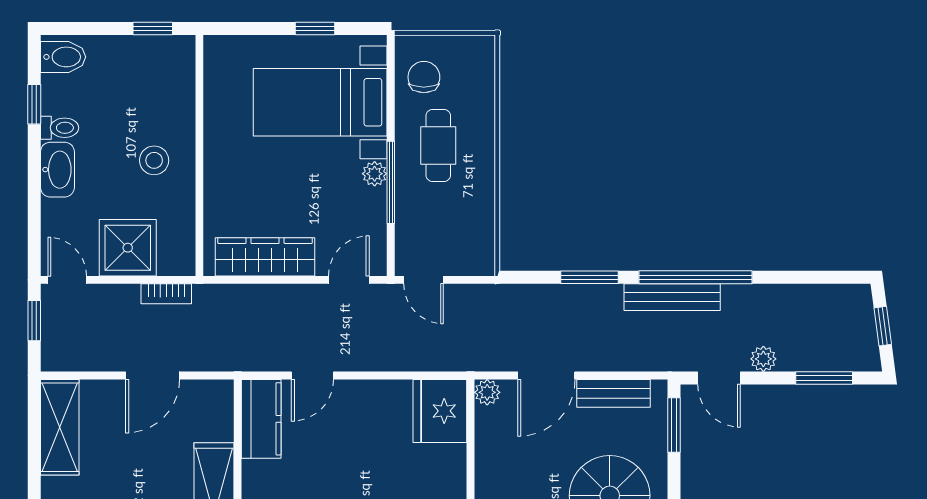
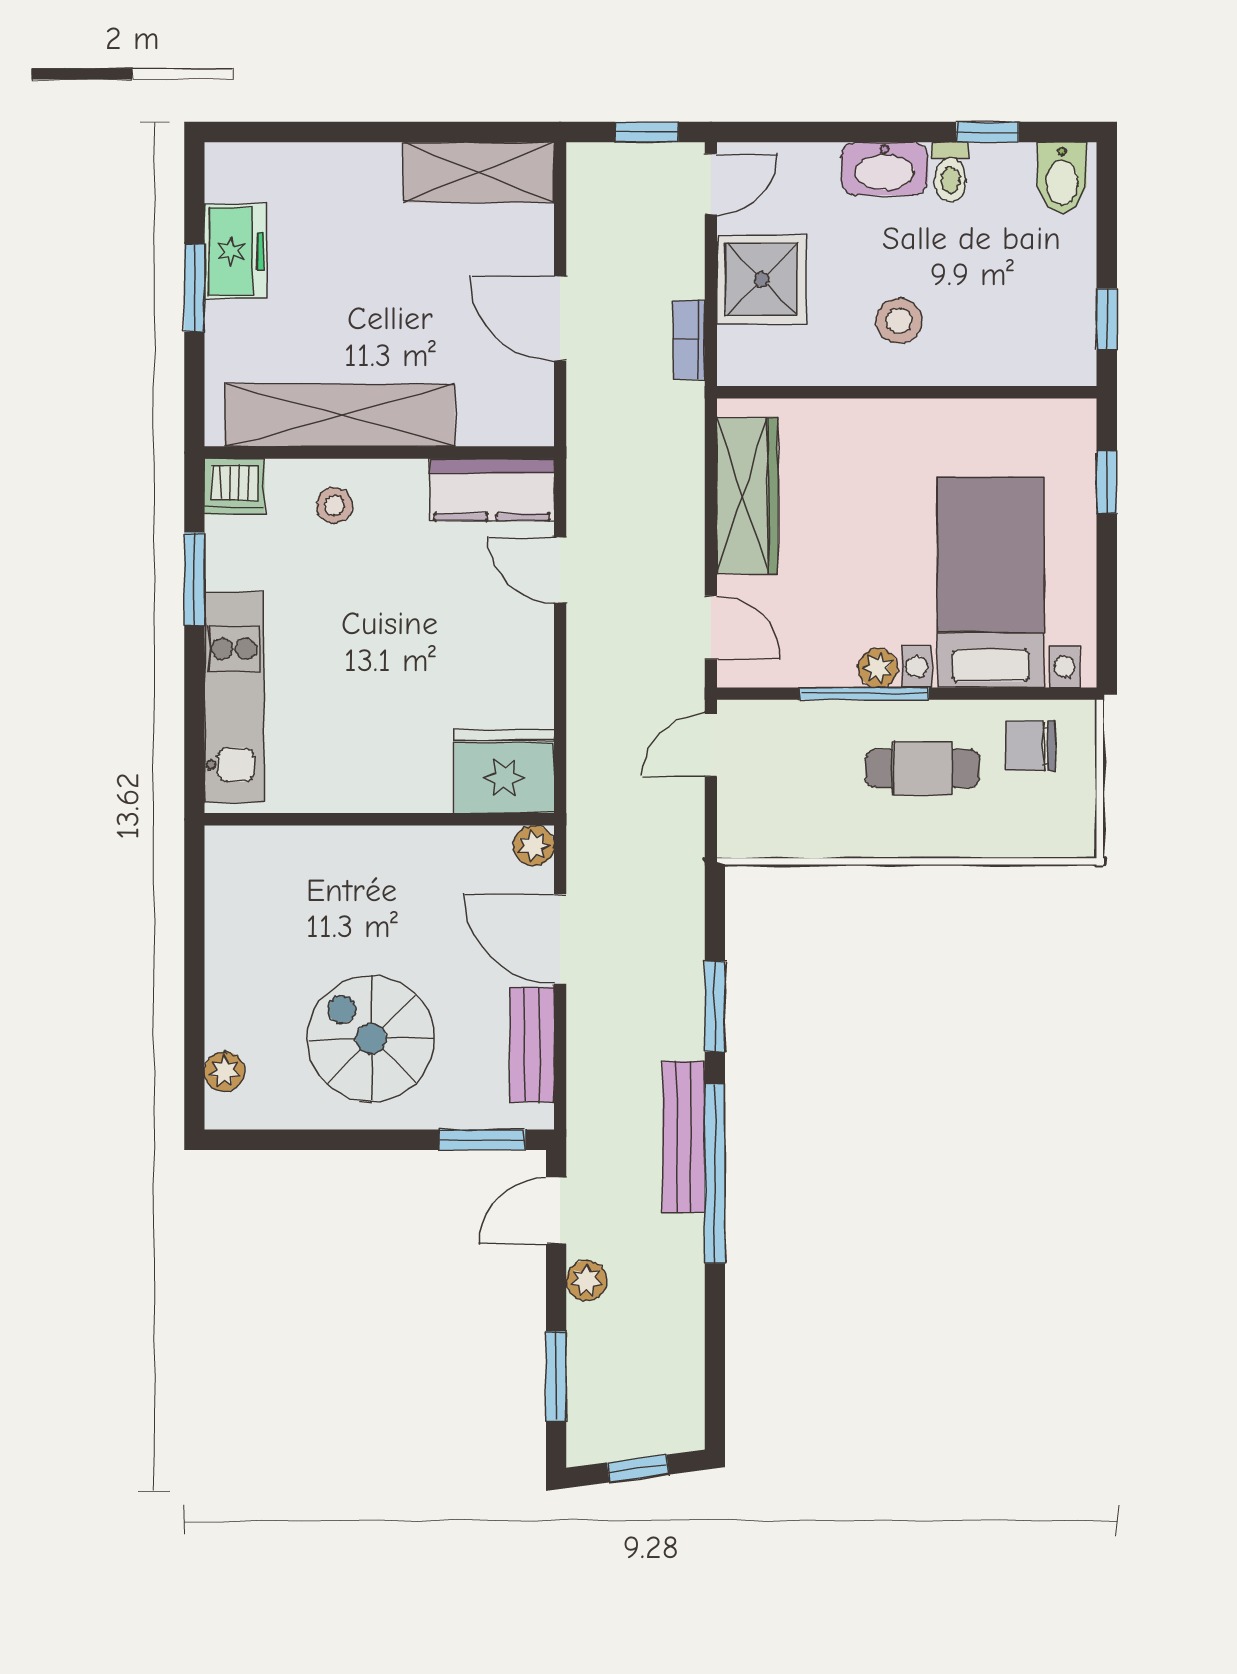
window: (315, 29) -> (1107, 482), moved
chair: (424, 77) -> (1030, 746), turned 180

